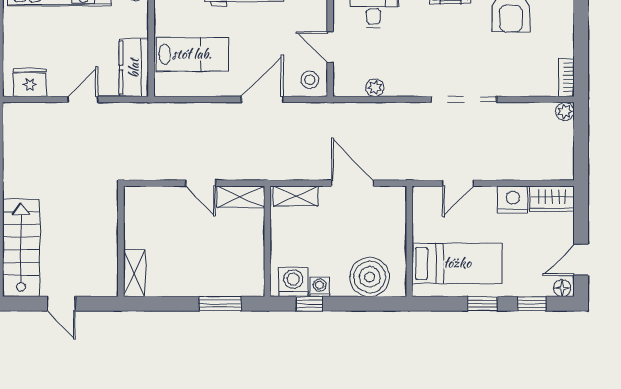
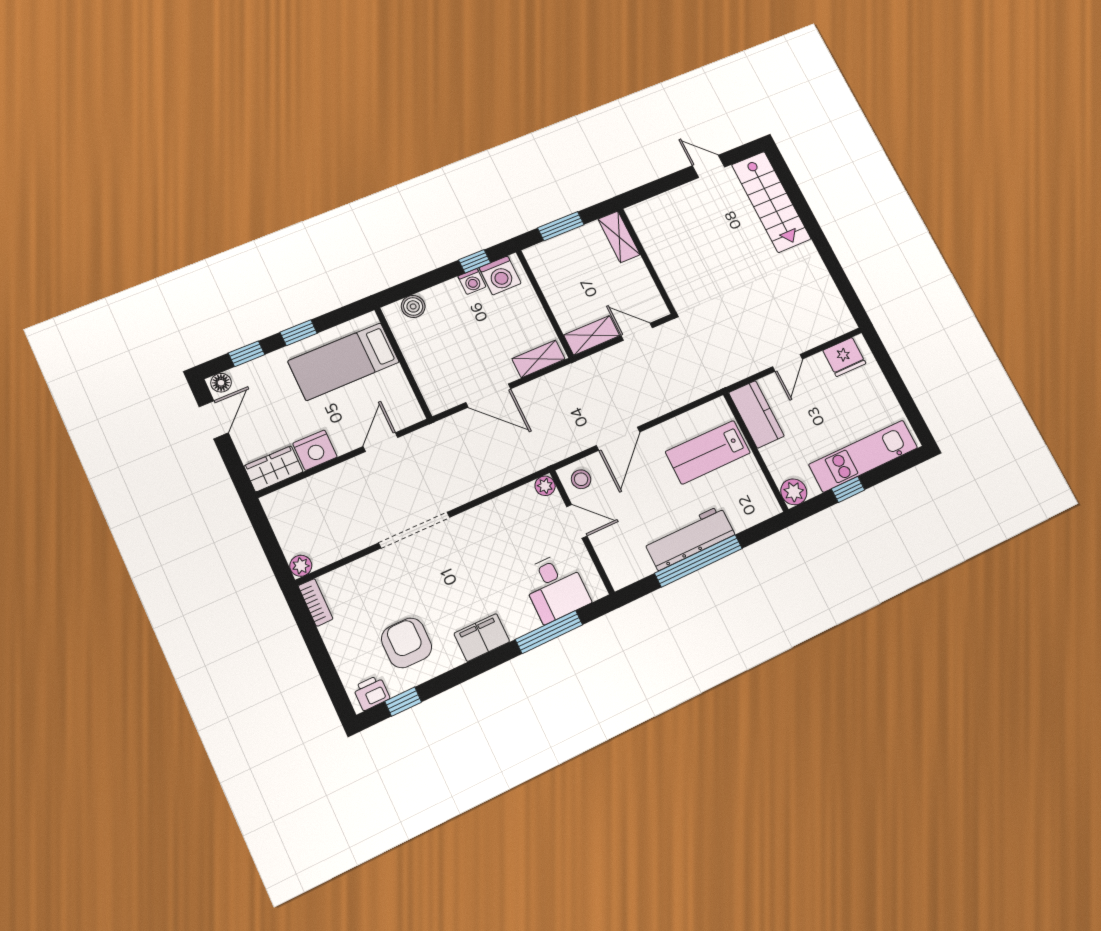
plant: (375, 88) -> (545, 486), moved
wall: (121, 241) -> (647, 261), moved
shelving: (134, 273) -> (619, 237), moved
boiler: (370, 277) -> (413, 306), width x0.54, depth x0.54

